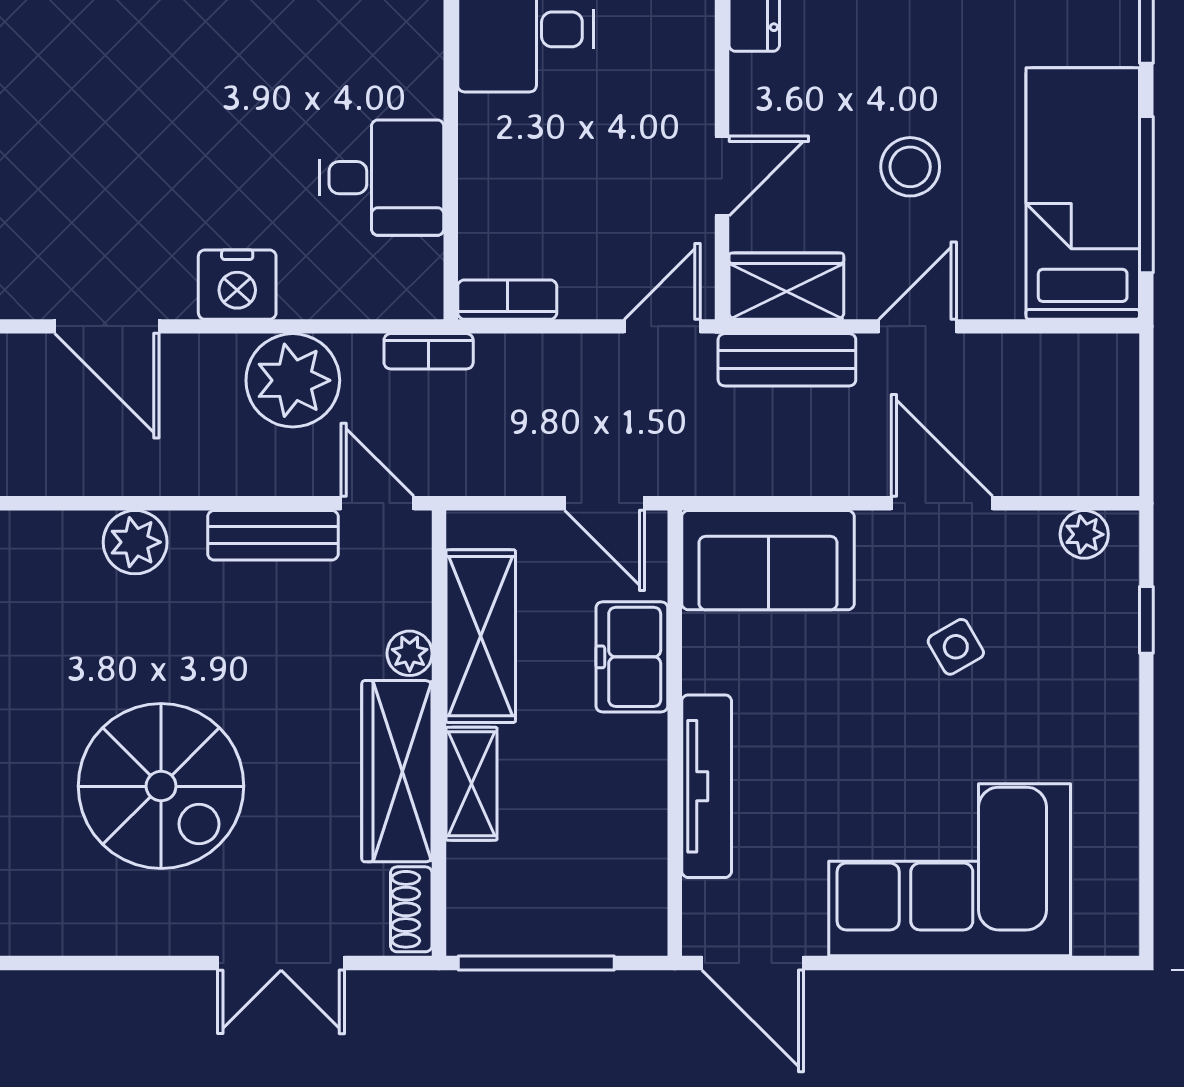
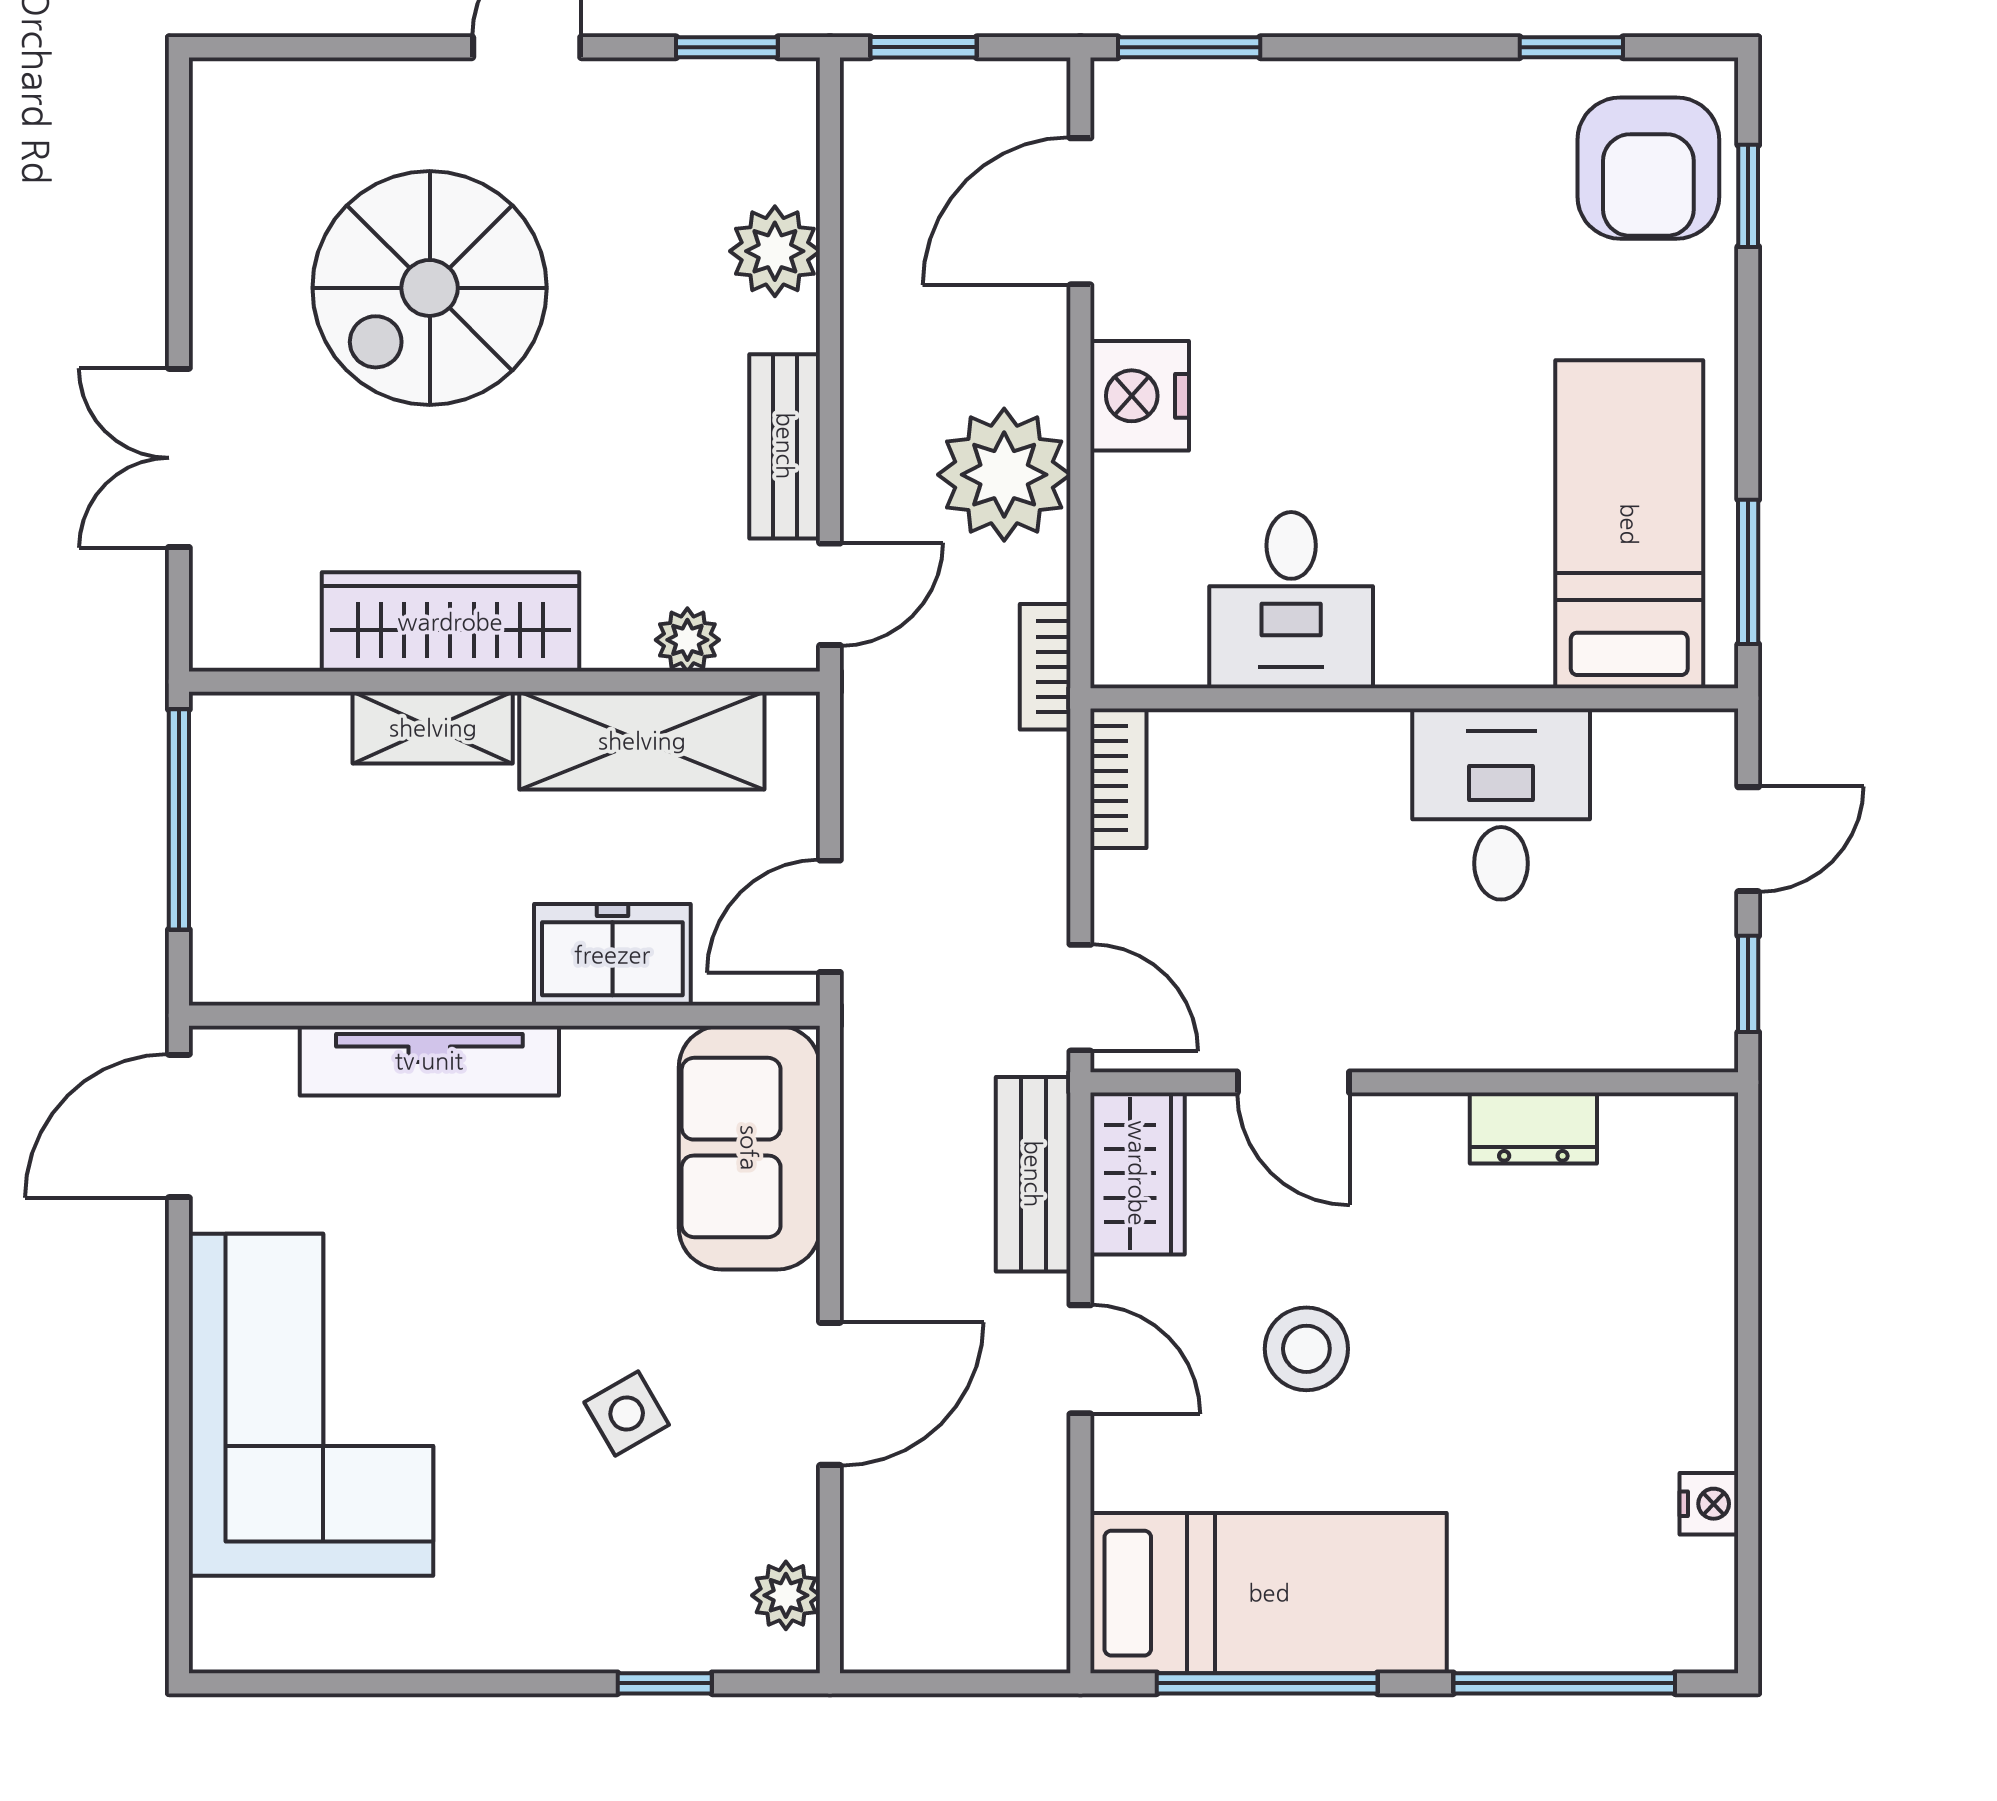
plant: (410, 653) -> (687, 640), moved
shoe rack: (411, 909) -> (255, 642), removed

